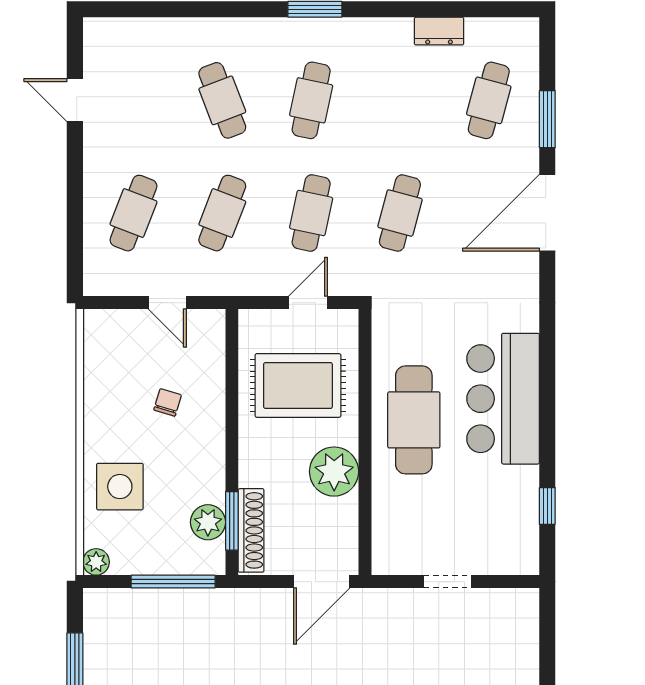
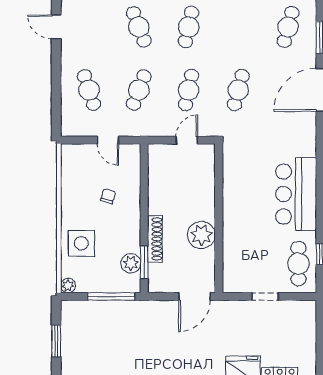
cafe table: (133, 213) -> (89, 90), turned -39
rug: (298, 385) -> (181, 187), removed
cafe table: (414, 420) -> (298, 264), moved, width x0.73, depth x0.74
shoe rack: (251, 530) -> (155, 239), moved

